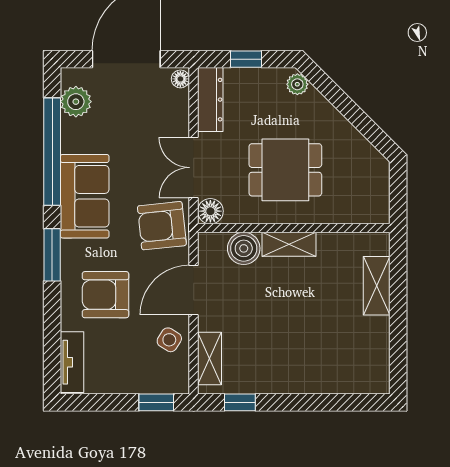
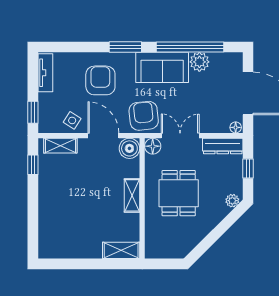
plant: (76, 102) -> (199, 62), moved
boiler: (244, 248) -> (129, 148), moved
shelving: (377, 286) -> (121, 250), moved
tv unit: (72, 362) -> (45, 73), moved, turned -90

